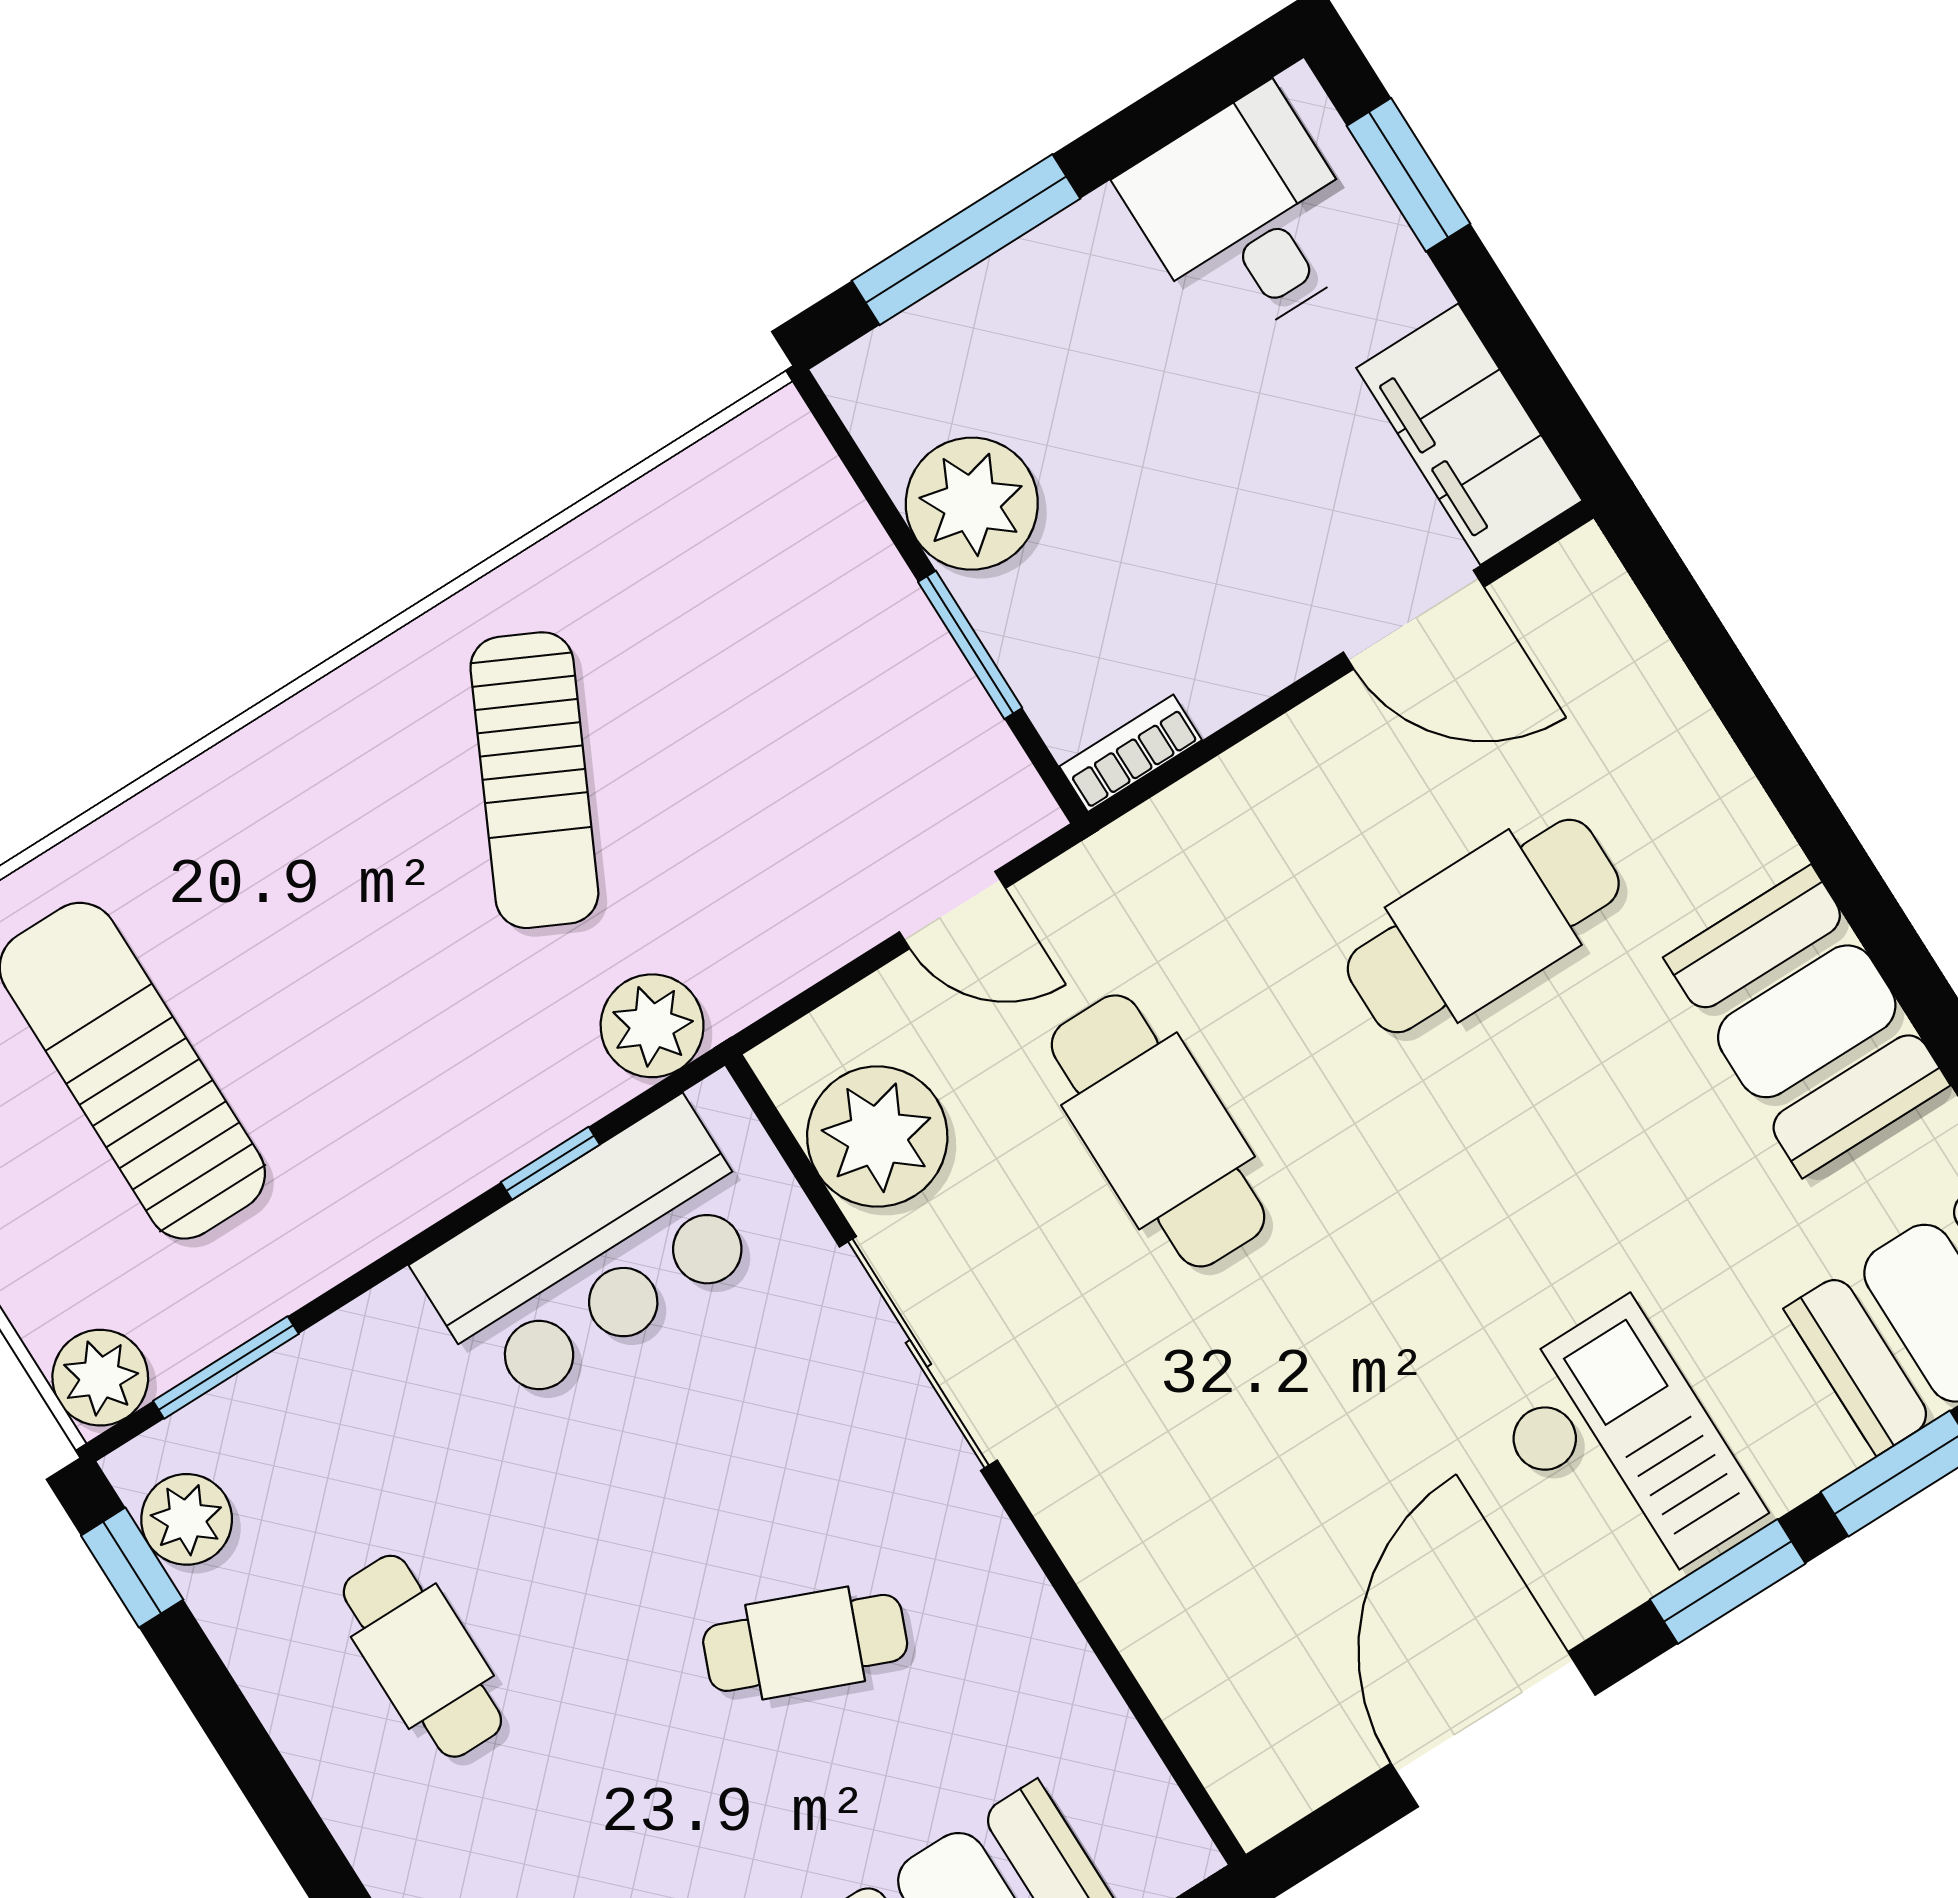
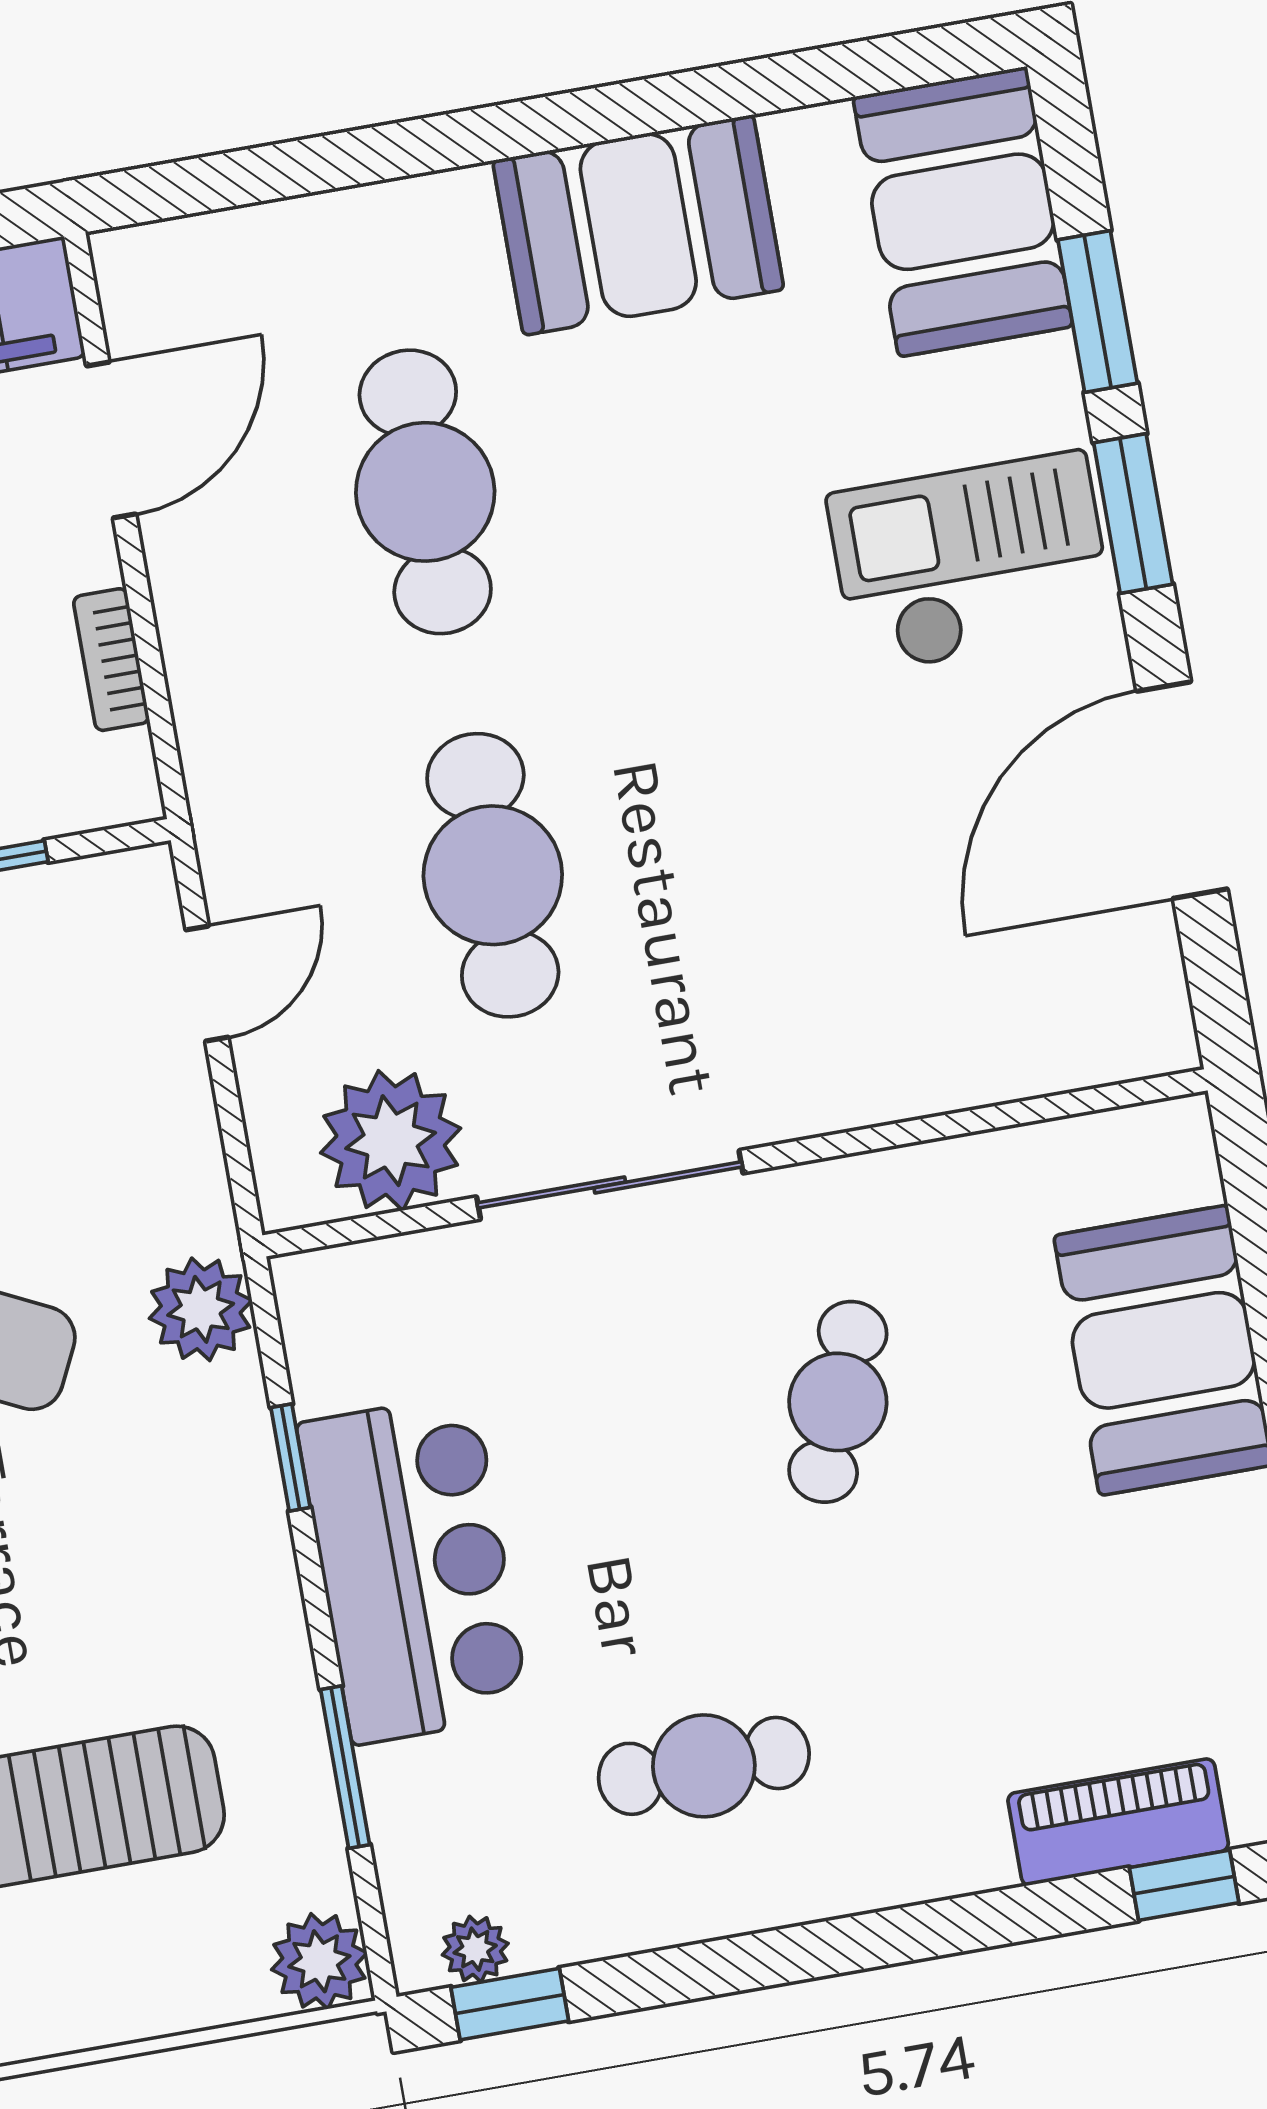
bookcase: (1131, 753) -> (111, 660), moved
cafe table: (1158, 1131) -> (493, 875), turned 90
bar counter: (593, 1255) -> (414, 1569), moved
window: (226, 1367) -> (345, 1767), moved
plant: (187, 1519) -> (475, 1949), width x0.73, depth x0.73
door: (1493, 1729) -> (1182, 790), hinge flipped

